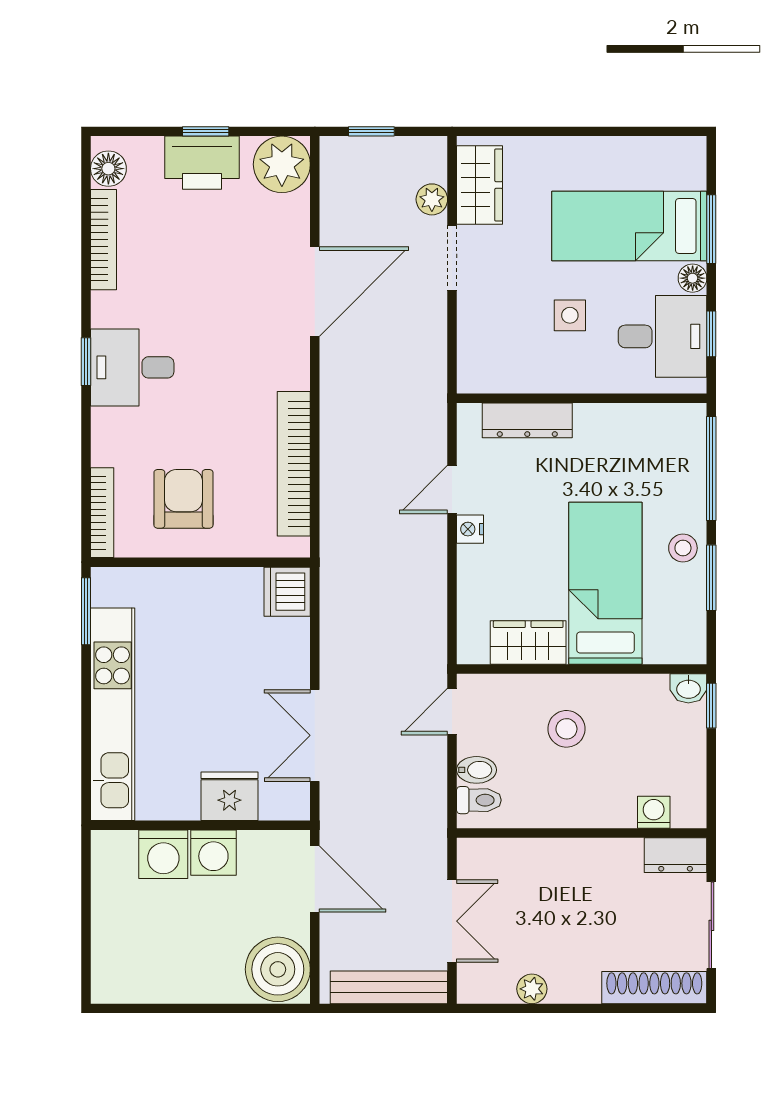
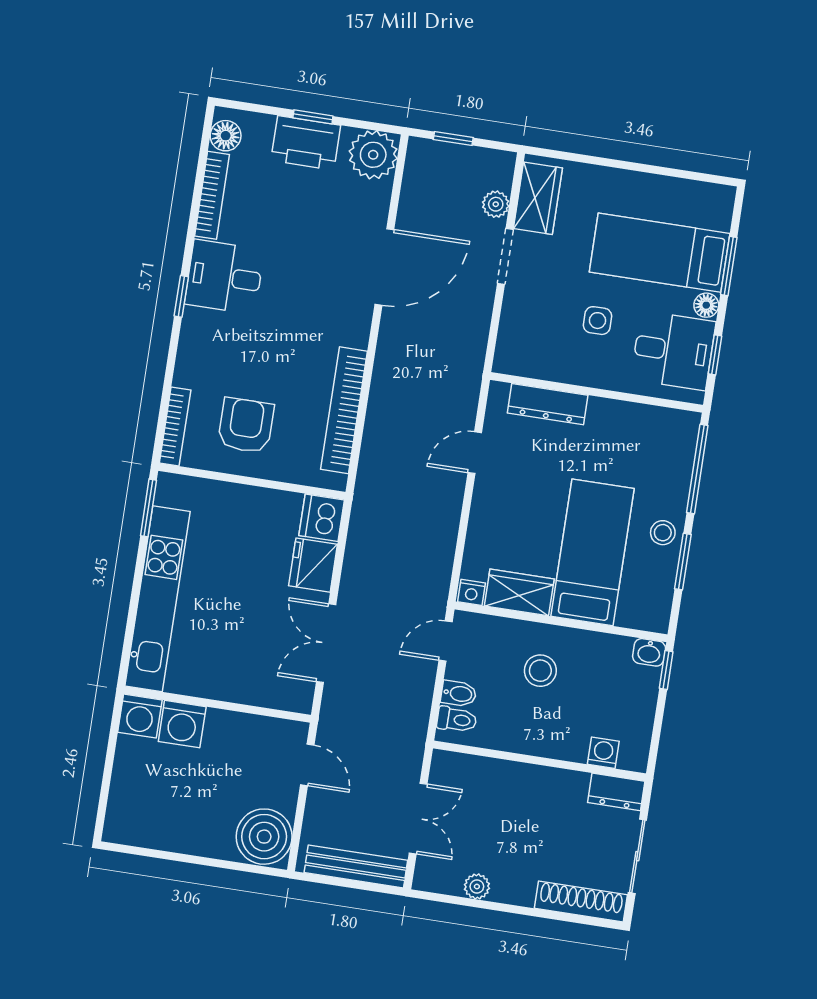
desk: (132, 367) -> (224, 277), moved
nightstand: (470, 529) -> (472, 592), moved, turned -90
fridge: (229, 796) -> (313, 565), moved, turned -90
washing machine: (213, 853) -> (140, 716), moved
door: (315, 879) -> (307, 765), width x0.73

